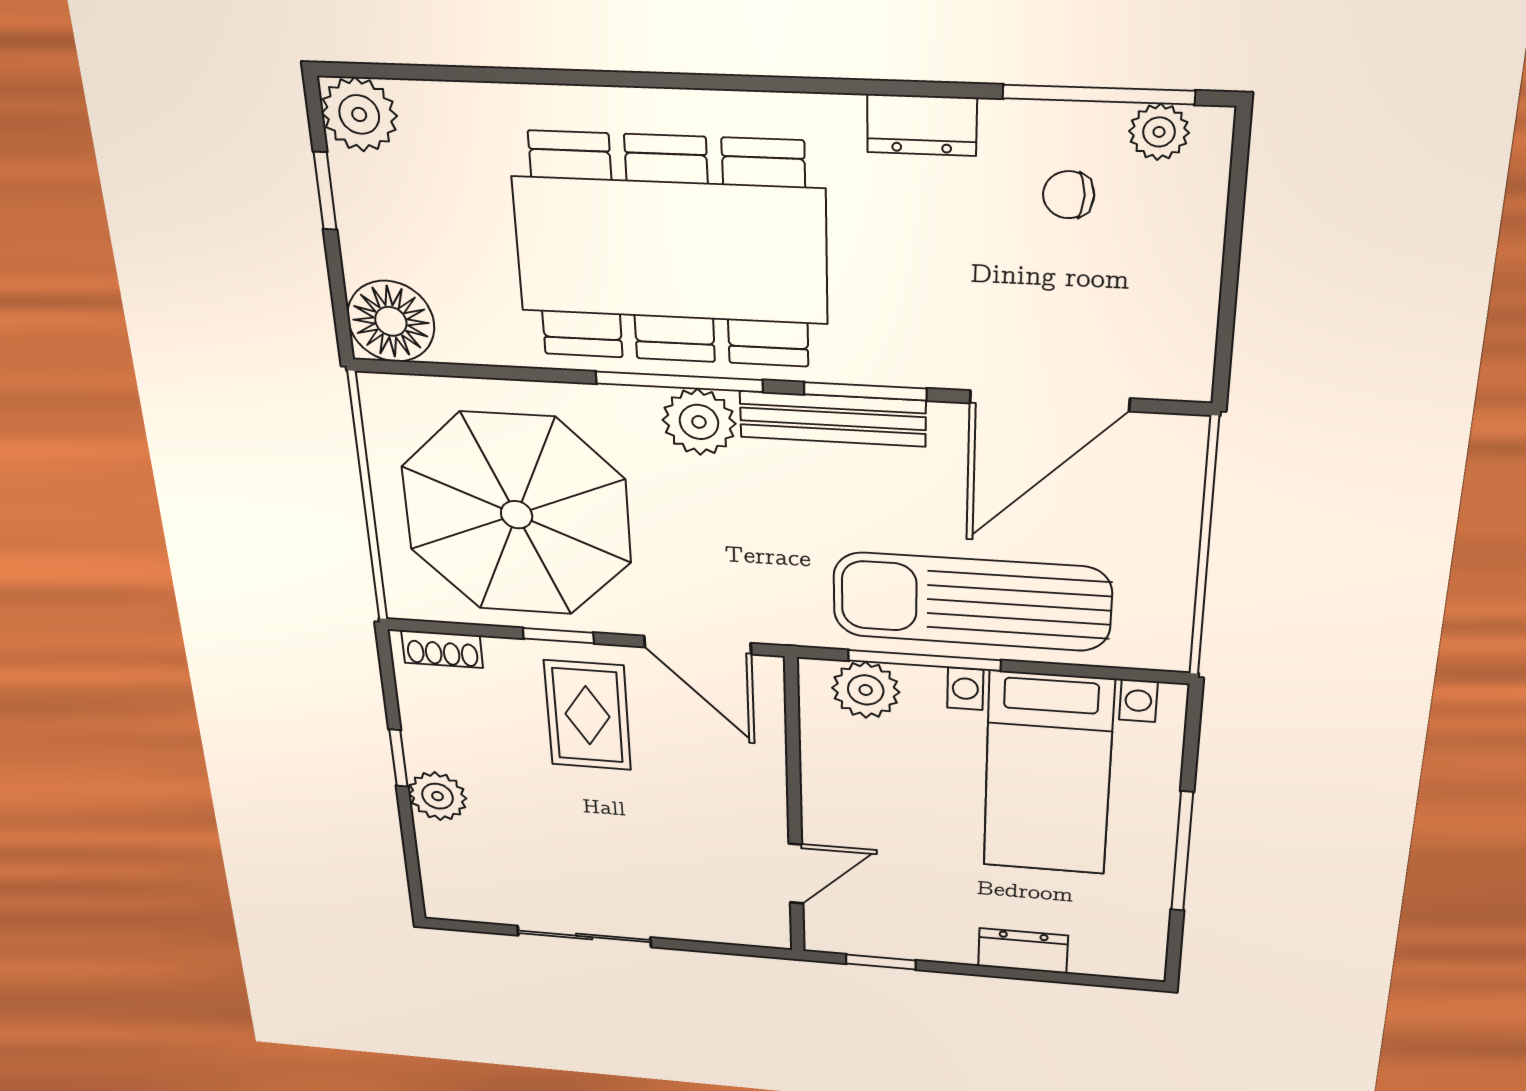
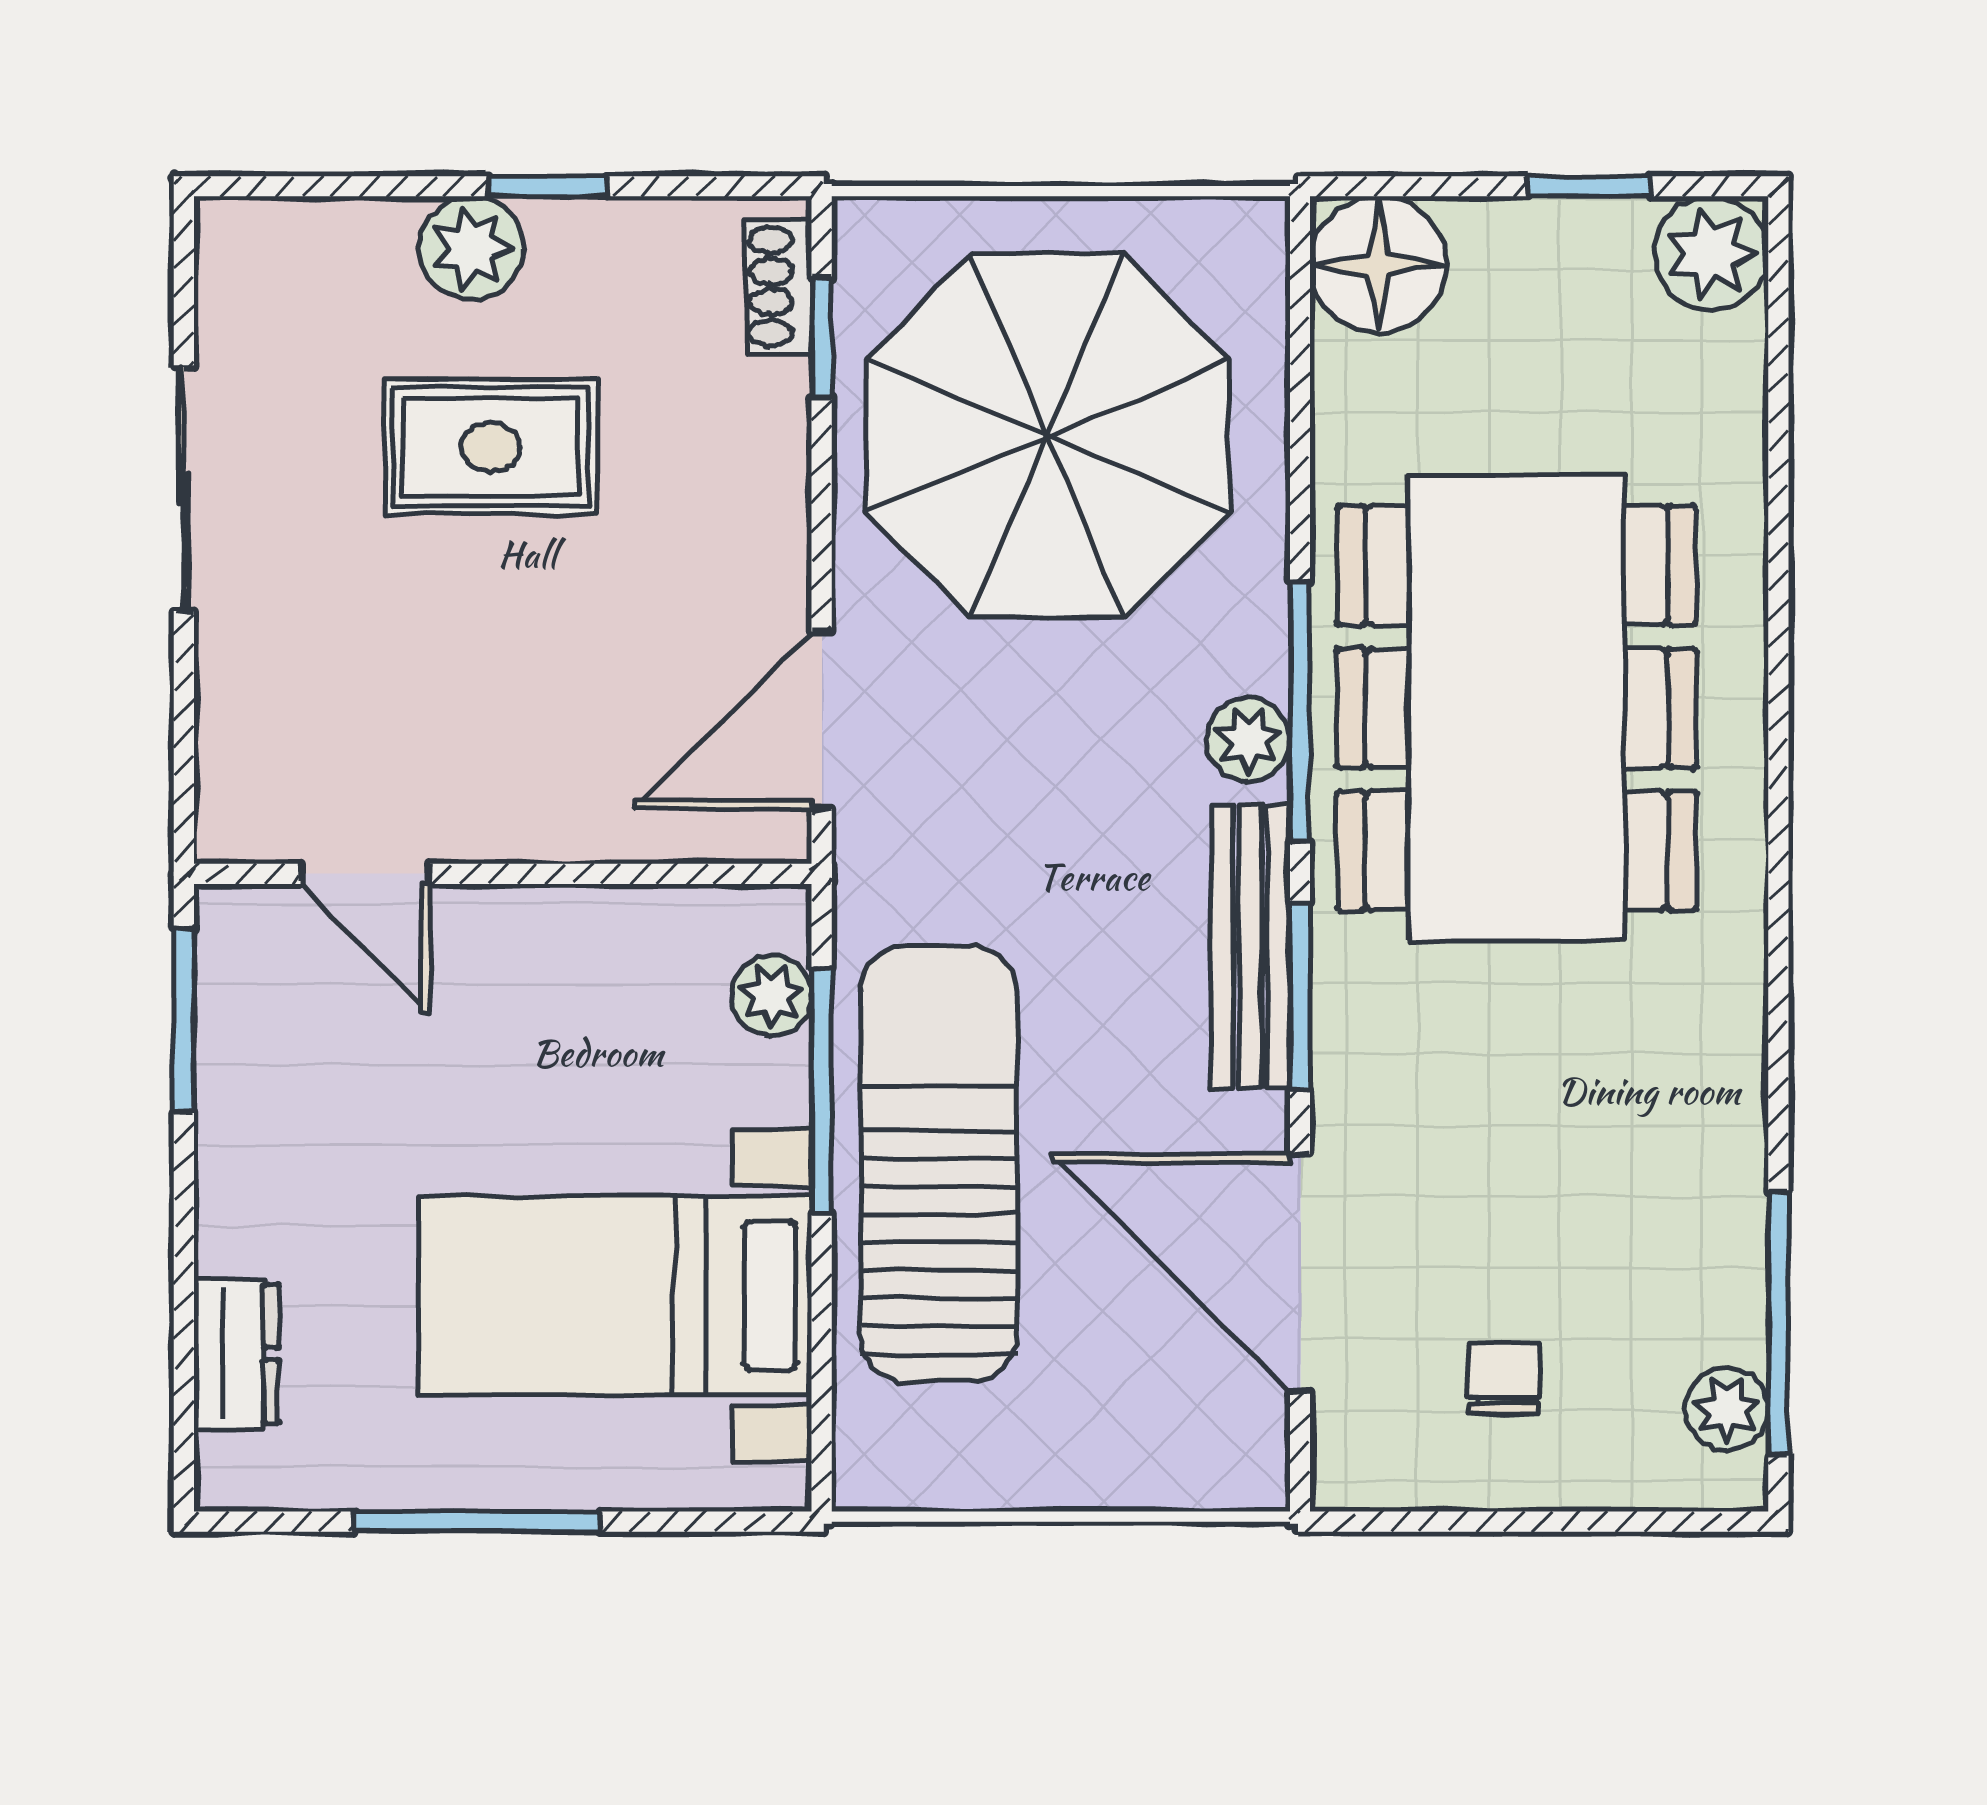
dresser: (922, 125) -> (1725, 1079), removed
chair: (1069, 195) -> (1503, 1379), moved
plant: (699, 422) -> (1248, 739), width x0.73, depth x0.73
window: (558, 636) -> (822, 338), moved
plant: (866, 690) -> (771, 996), width x0.73, depth x0.73
rug: (588, 715) -> (491, 447), moved
dresser: (1023, 951) -> (236, 1354), moved
window: (881, 962) -> (184, 1020), width x1.50

